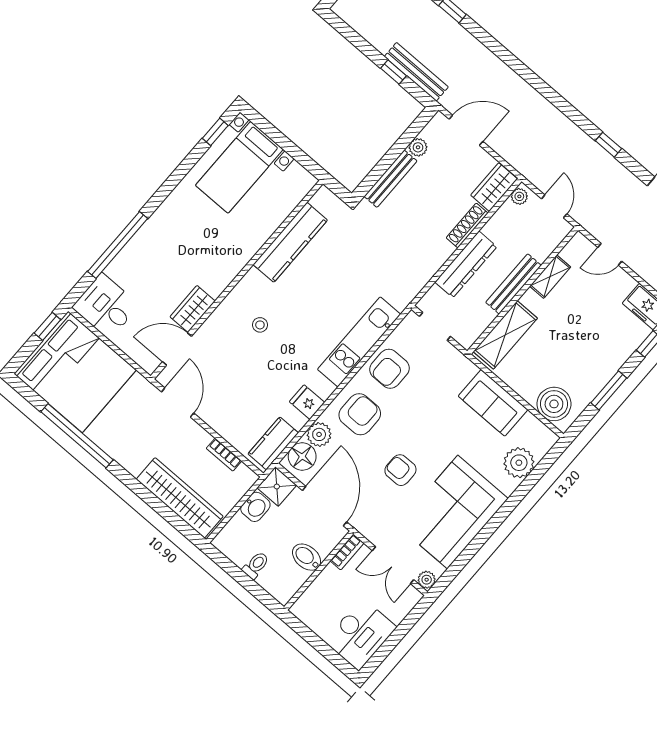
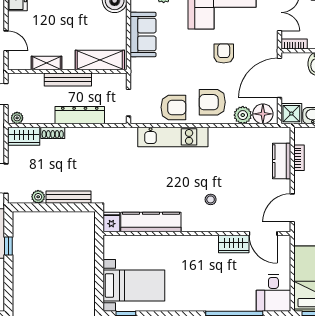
shoe rack: (467, 225) -> (53, 133), width x0.70
fridge: (307, 402) -> (111, 222), moved, turned 180
kitchen counter: (273, 443) -> (282, 161), moved, turned 90
armchair: (400, 470) -> (224, 53), turned 180

